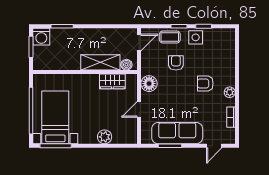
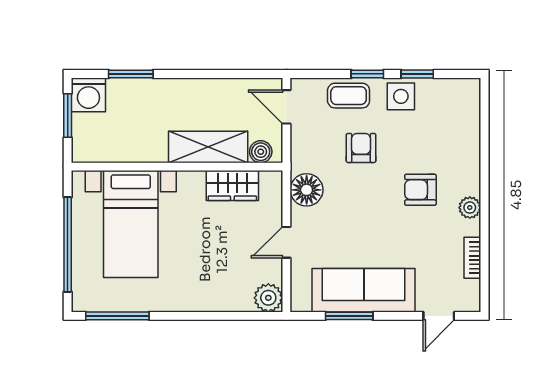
door: (139, 43) -> (286, 107), swing flipped
bed with nightstands: (55, 117) -> (131, 224), moved, turned 180
plant: (105, 137) -> (268, 298), moved

